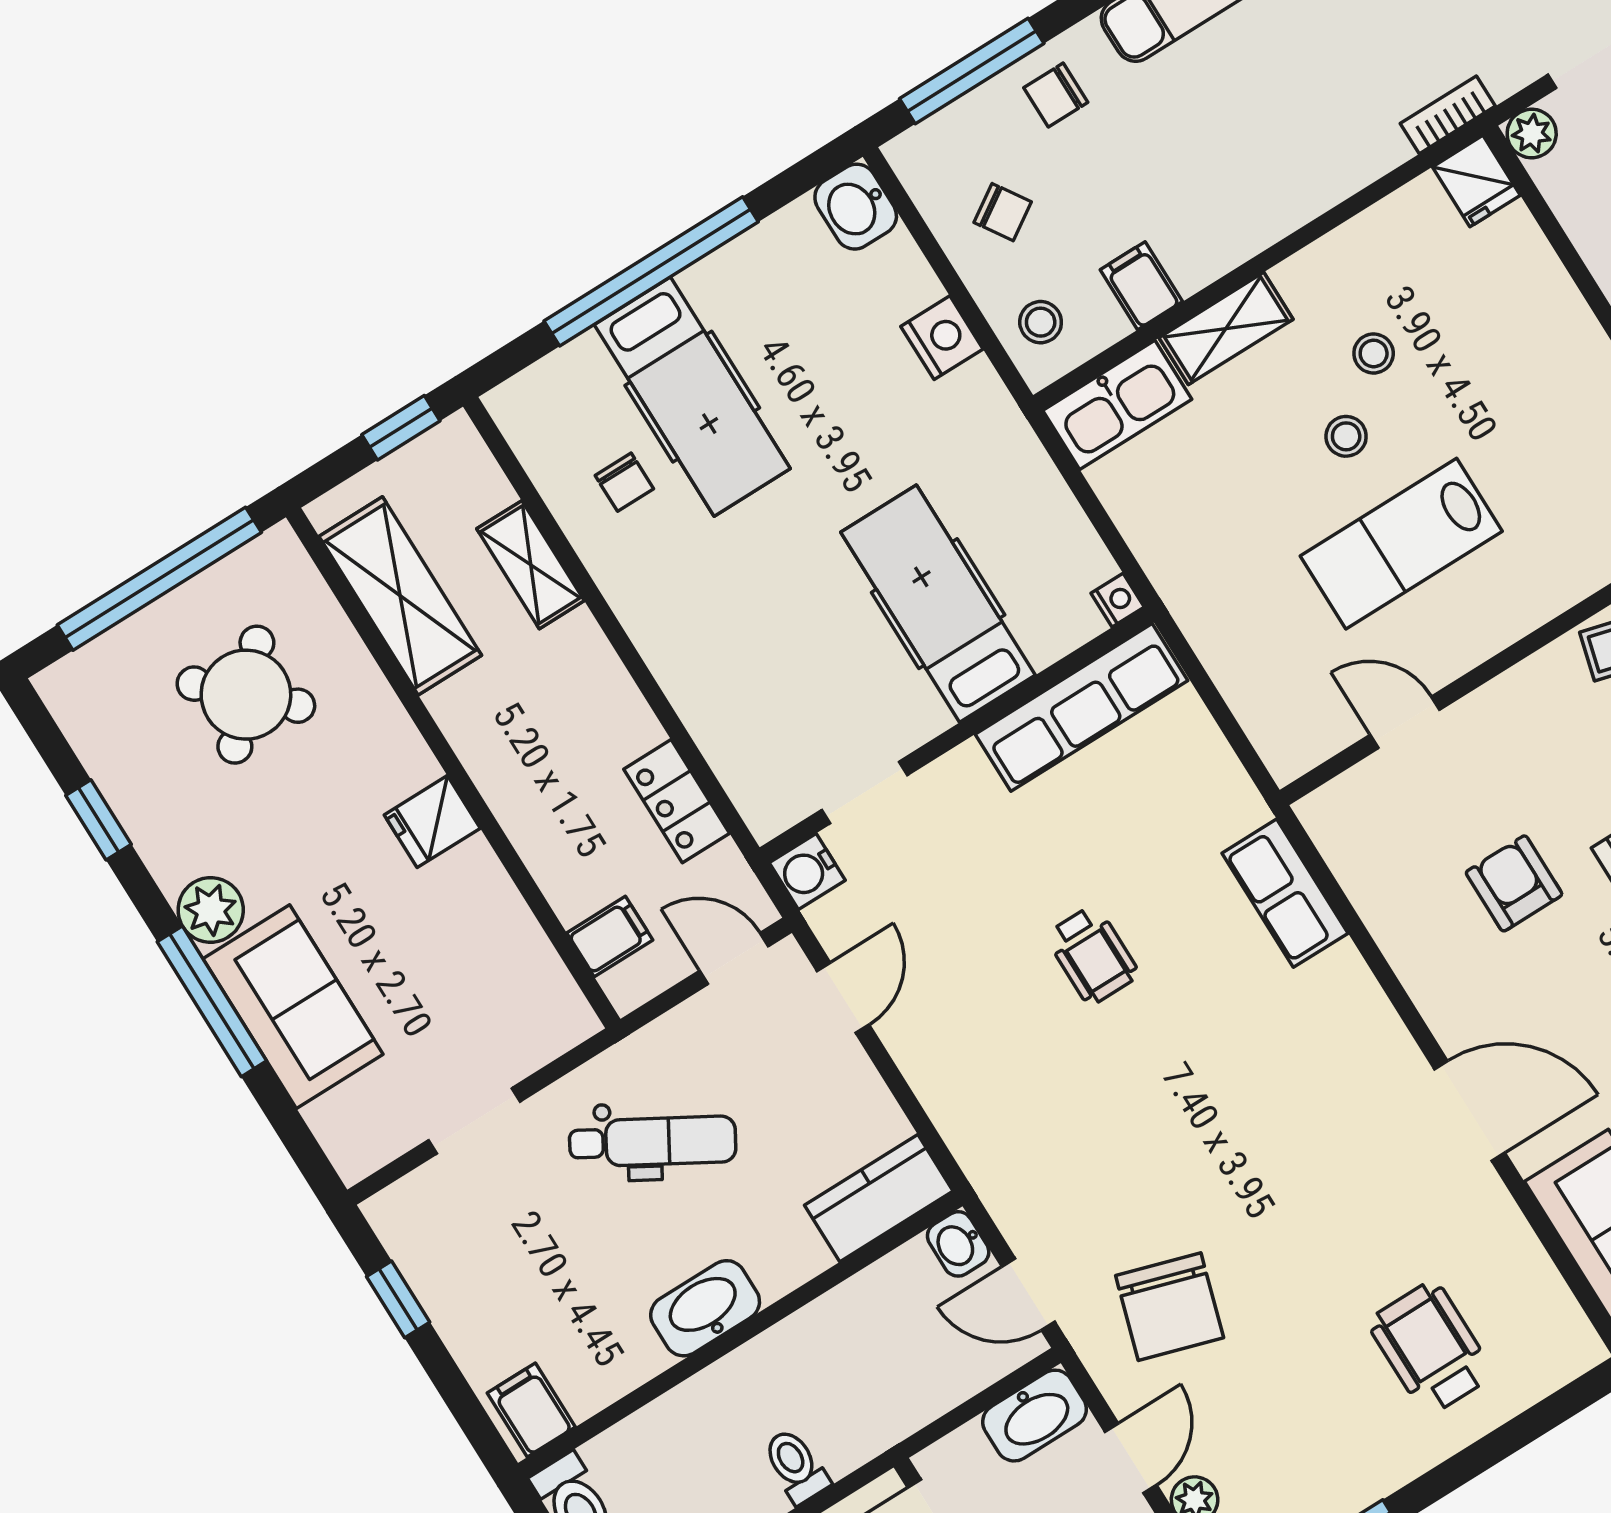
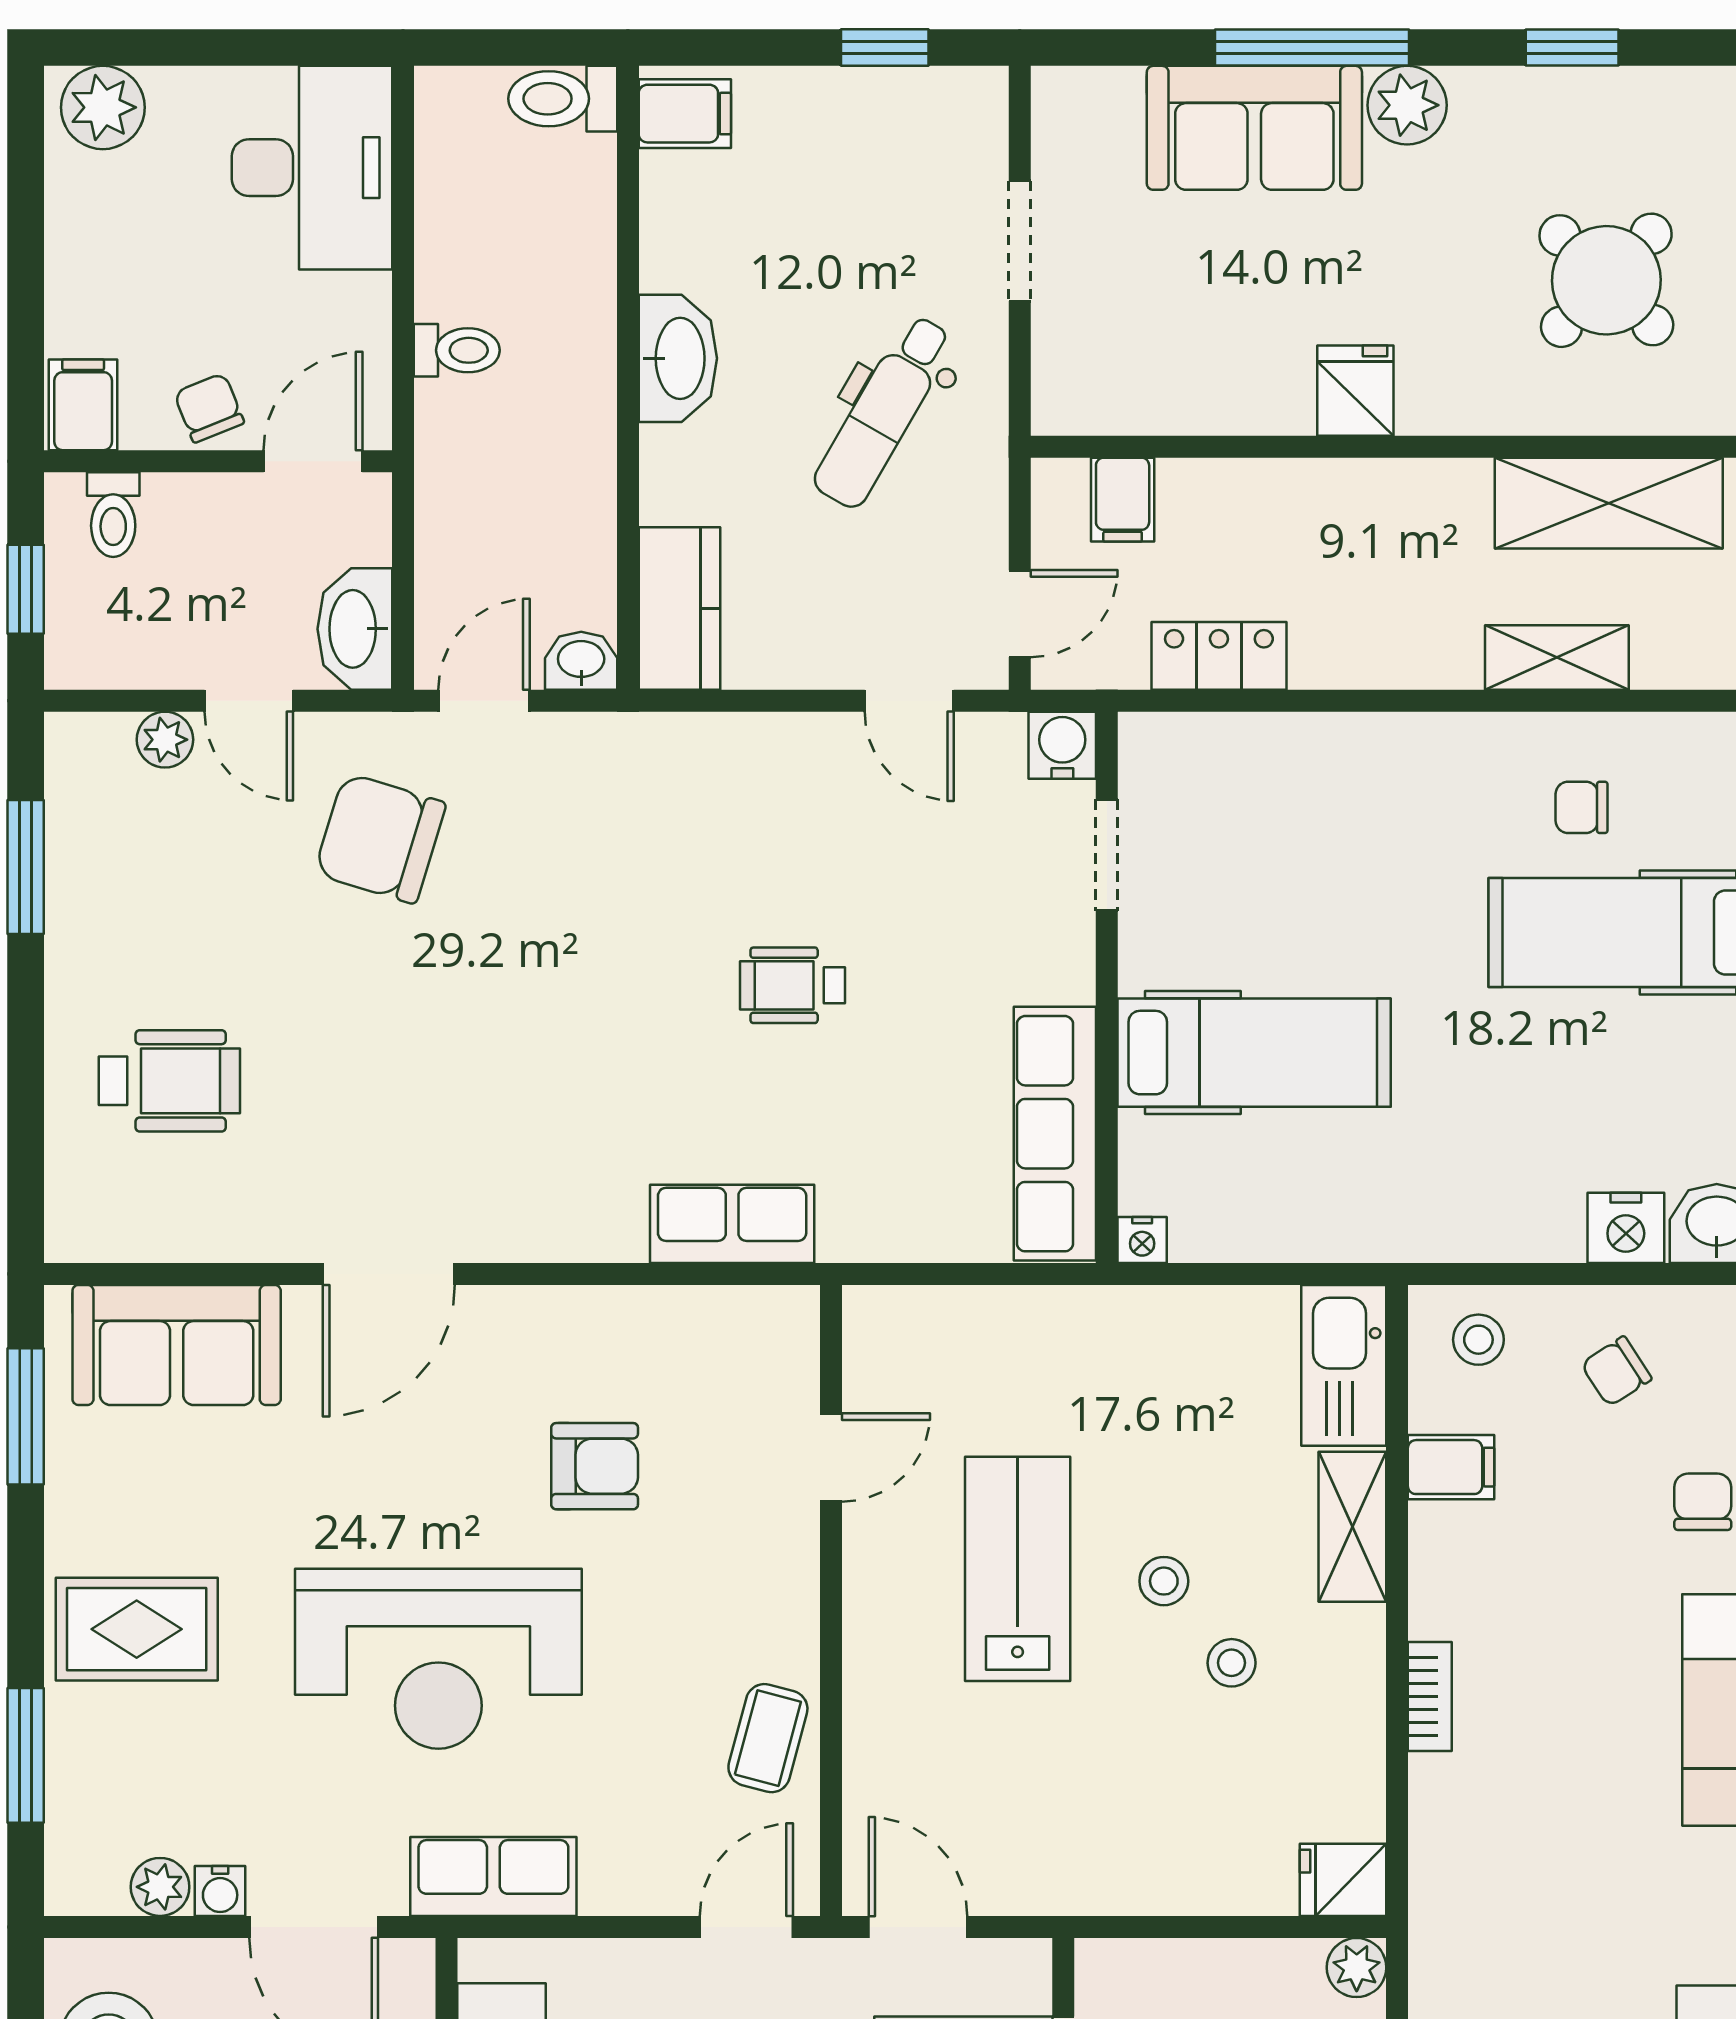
bookcase: (1448, 115) -> (1430, 1697), moved
nightstand: (942, 338) -> (1626, 1228), moved

